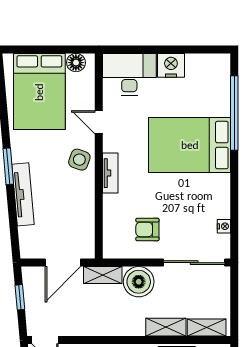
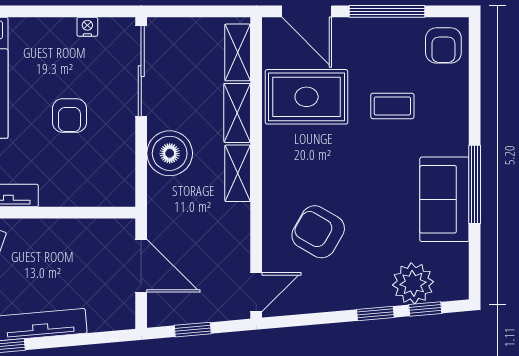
armchair: (147, 229) -> (69, 115), moved
shelving: (103, 275) -> (238, 173), moved

